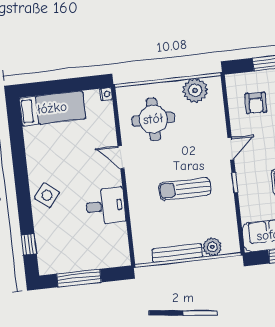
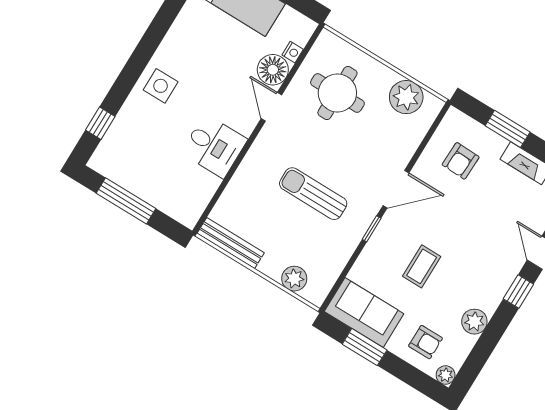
nightstand: (106, 94) -> (293, 52), moved
floor lamp: (105, 135) -> (273, 70), added
door: (231, 149) -> (396, 189), width x1.38
side table: (47, 195) -> (161, 86), turned -38
bench: (177, 253) -> (231, 243), moved

